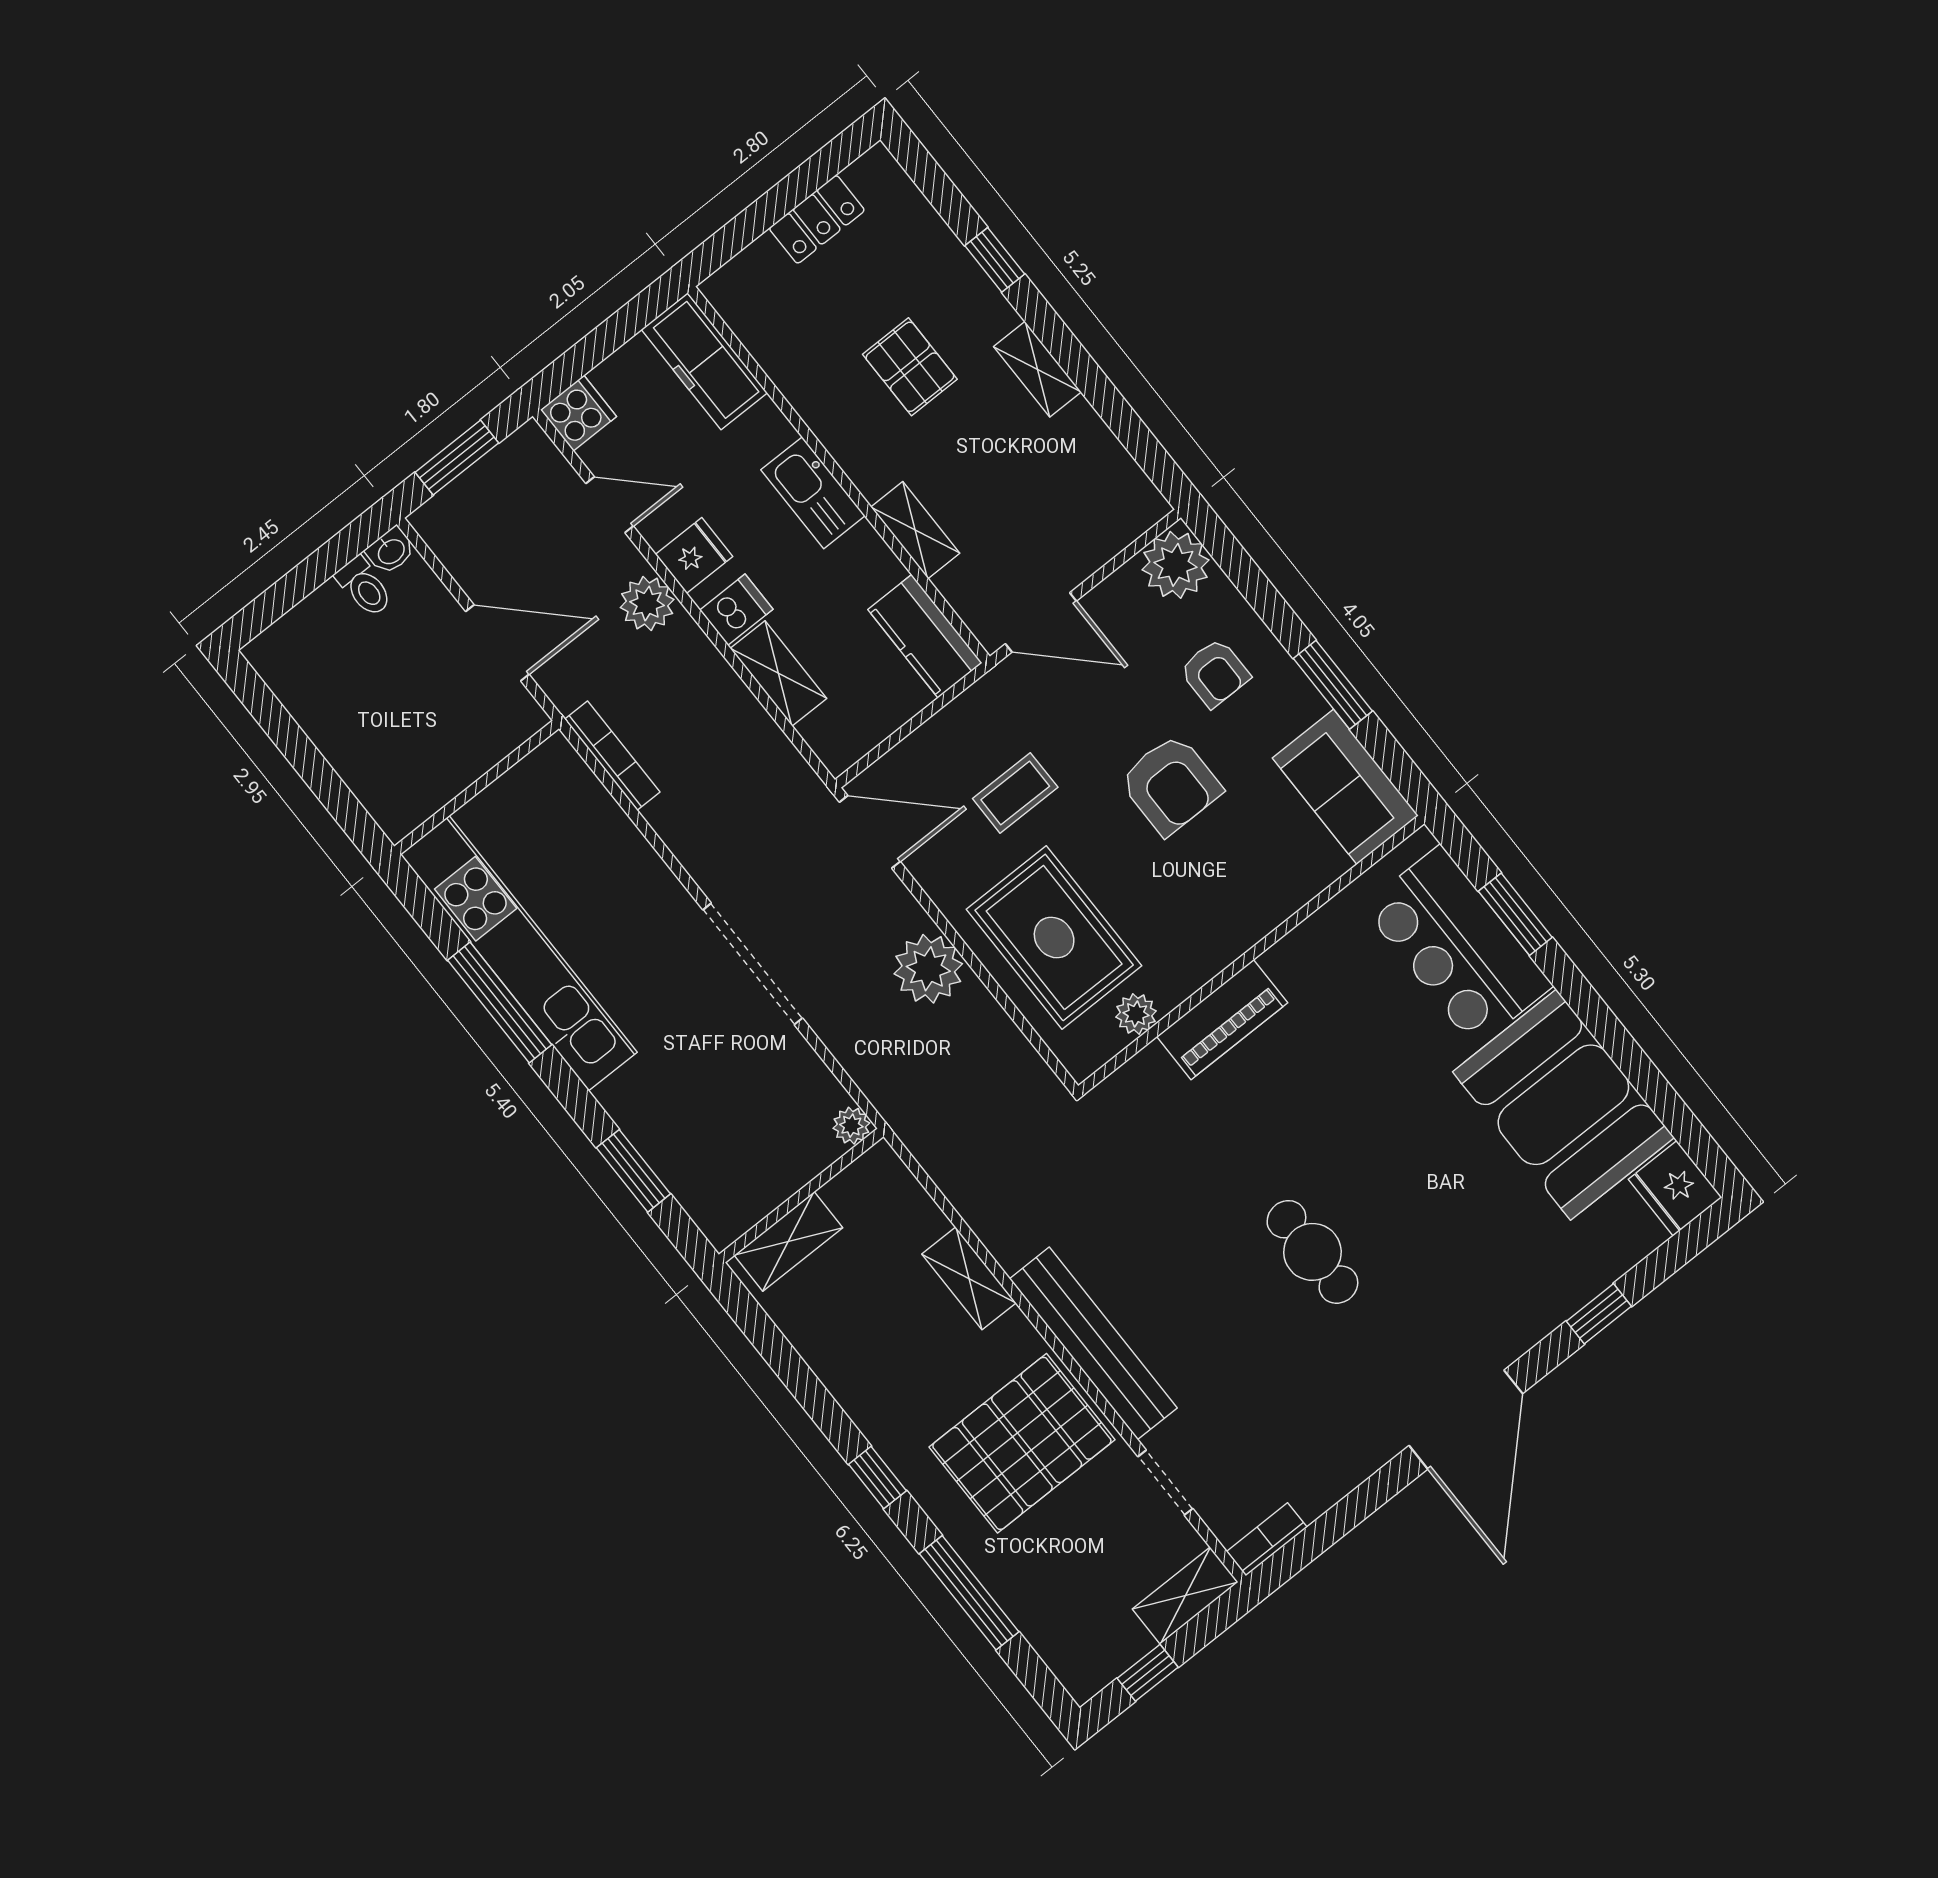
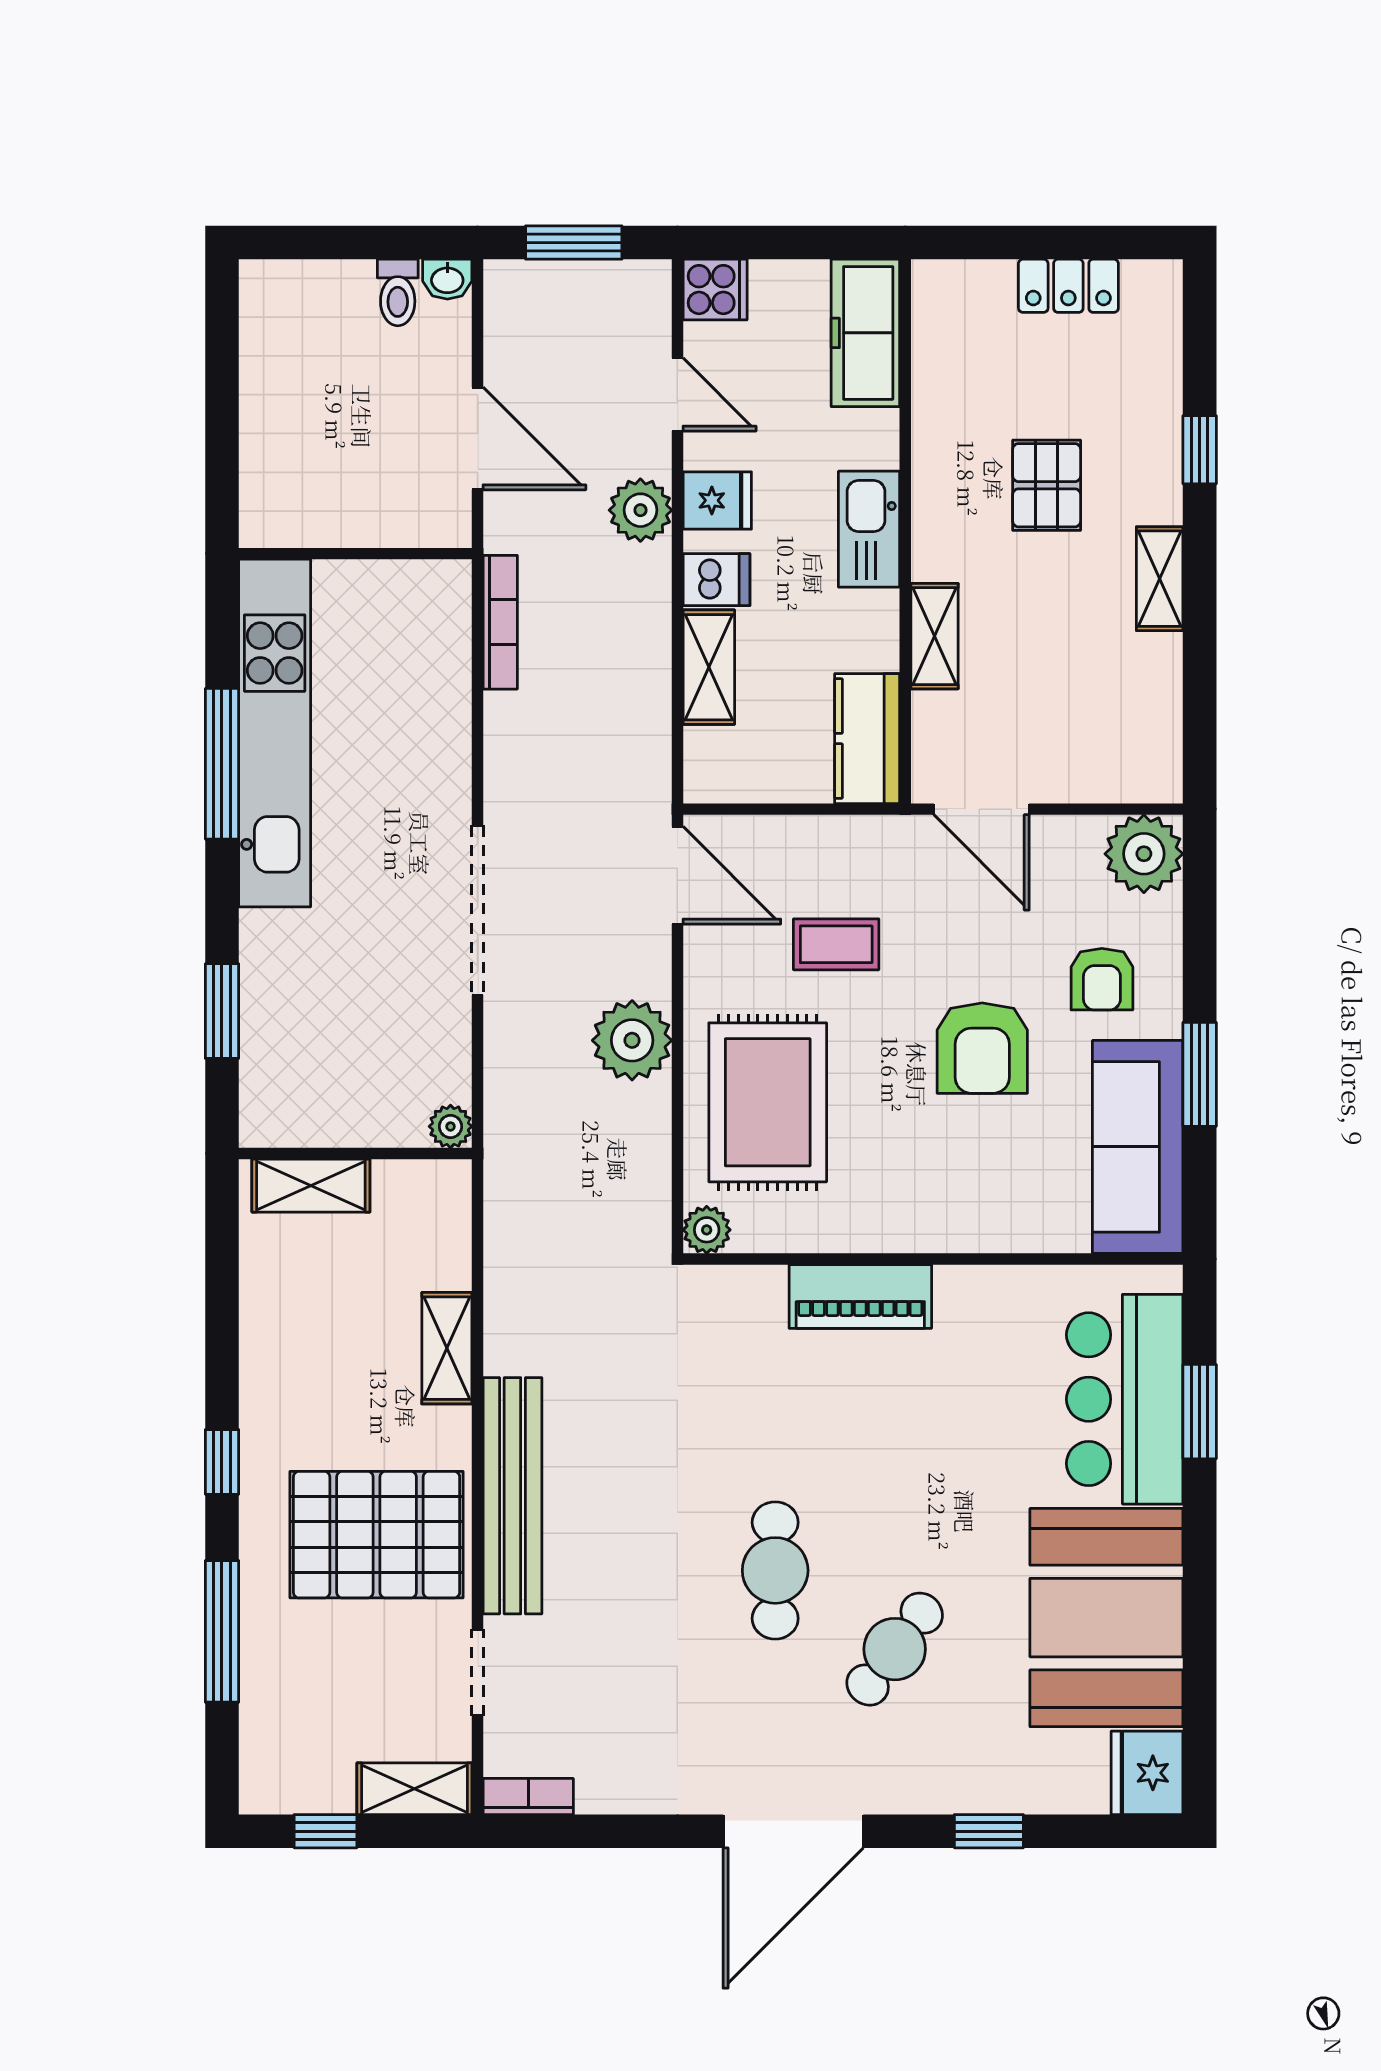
sofa: (1345, 787) -> (1138, 1147), width x1.36
plant: (1136, 1014) -> (707, 1230), moved
cafe table: (1436, 1241) -> (895, 1649), added

